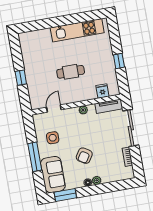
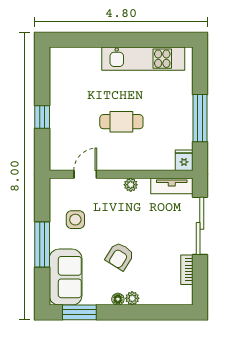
window: (119, 61) -> (200, 118), width x2.17
fridge: (102, 91) -> (184, 160), moved

